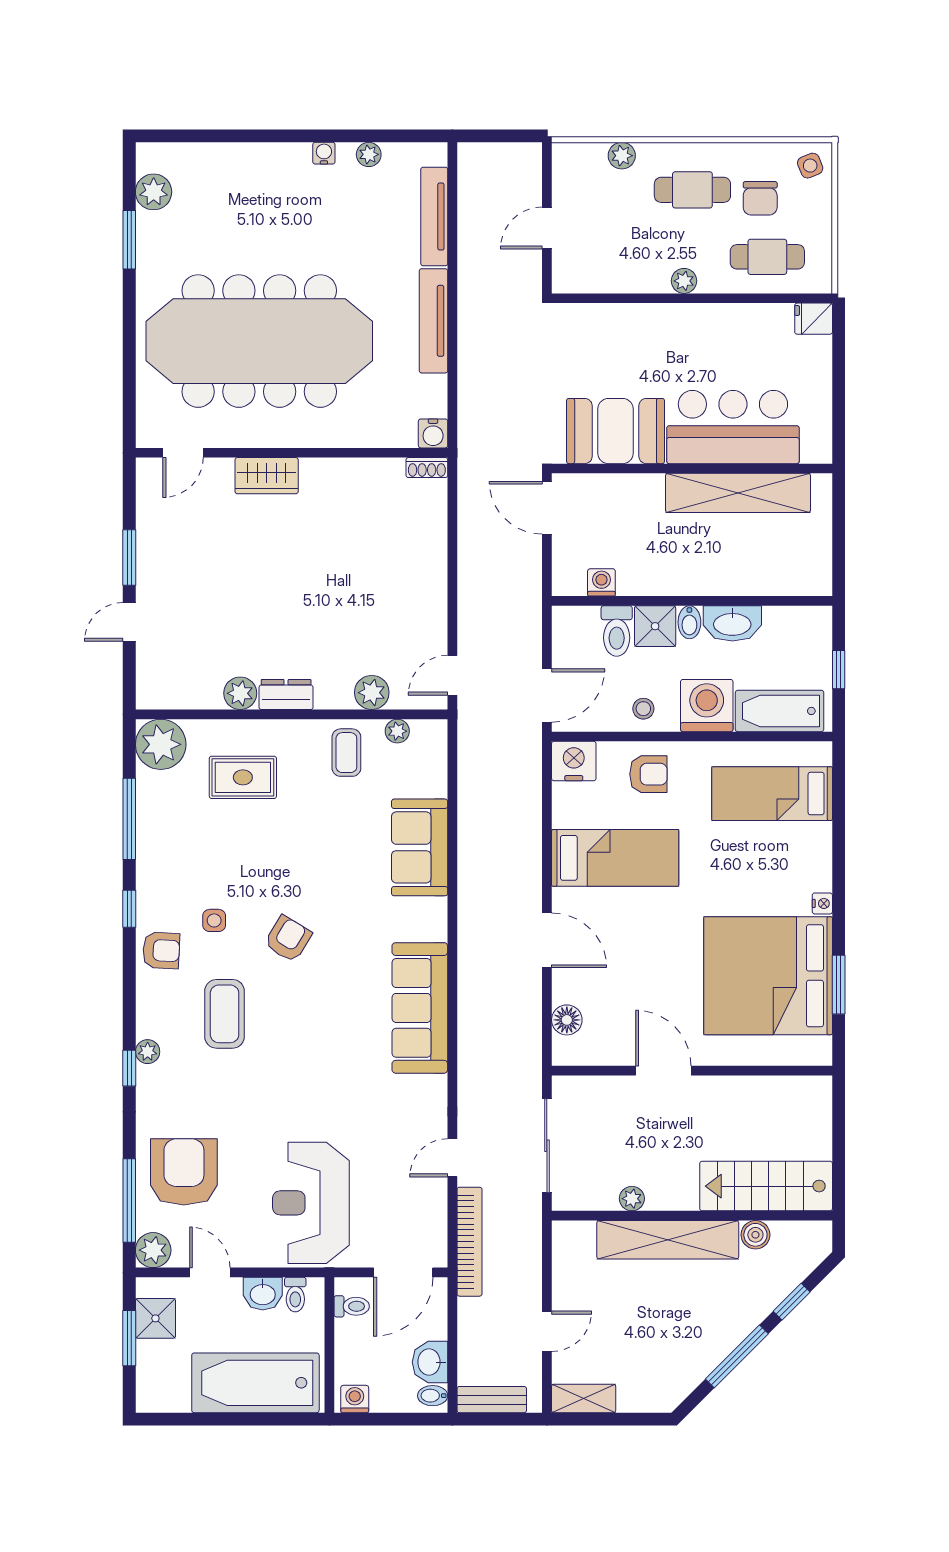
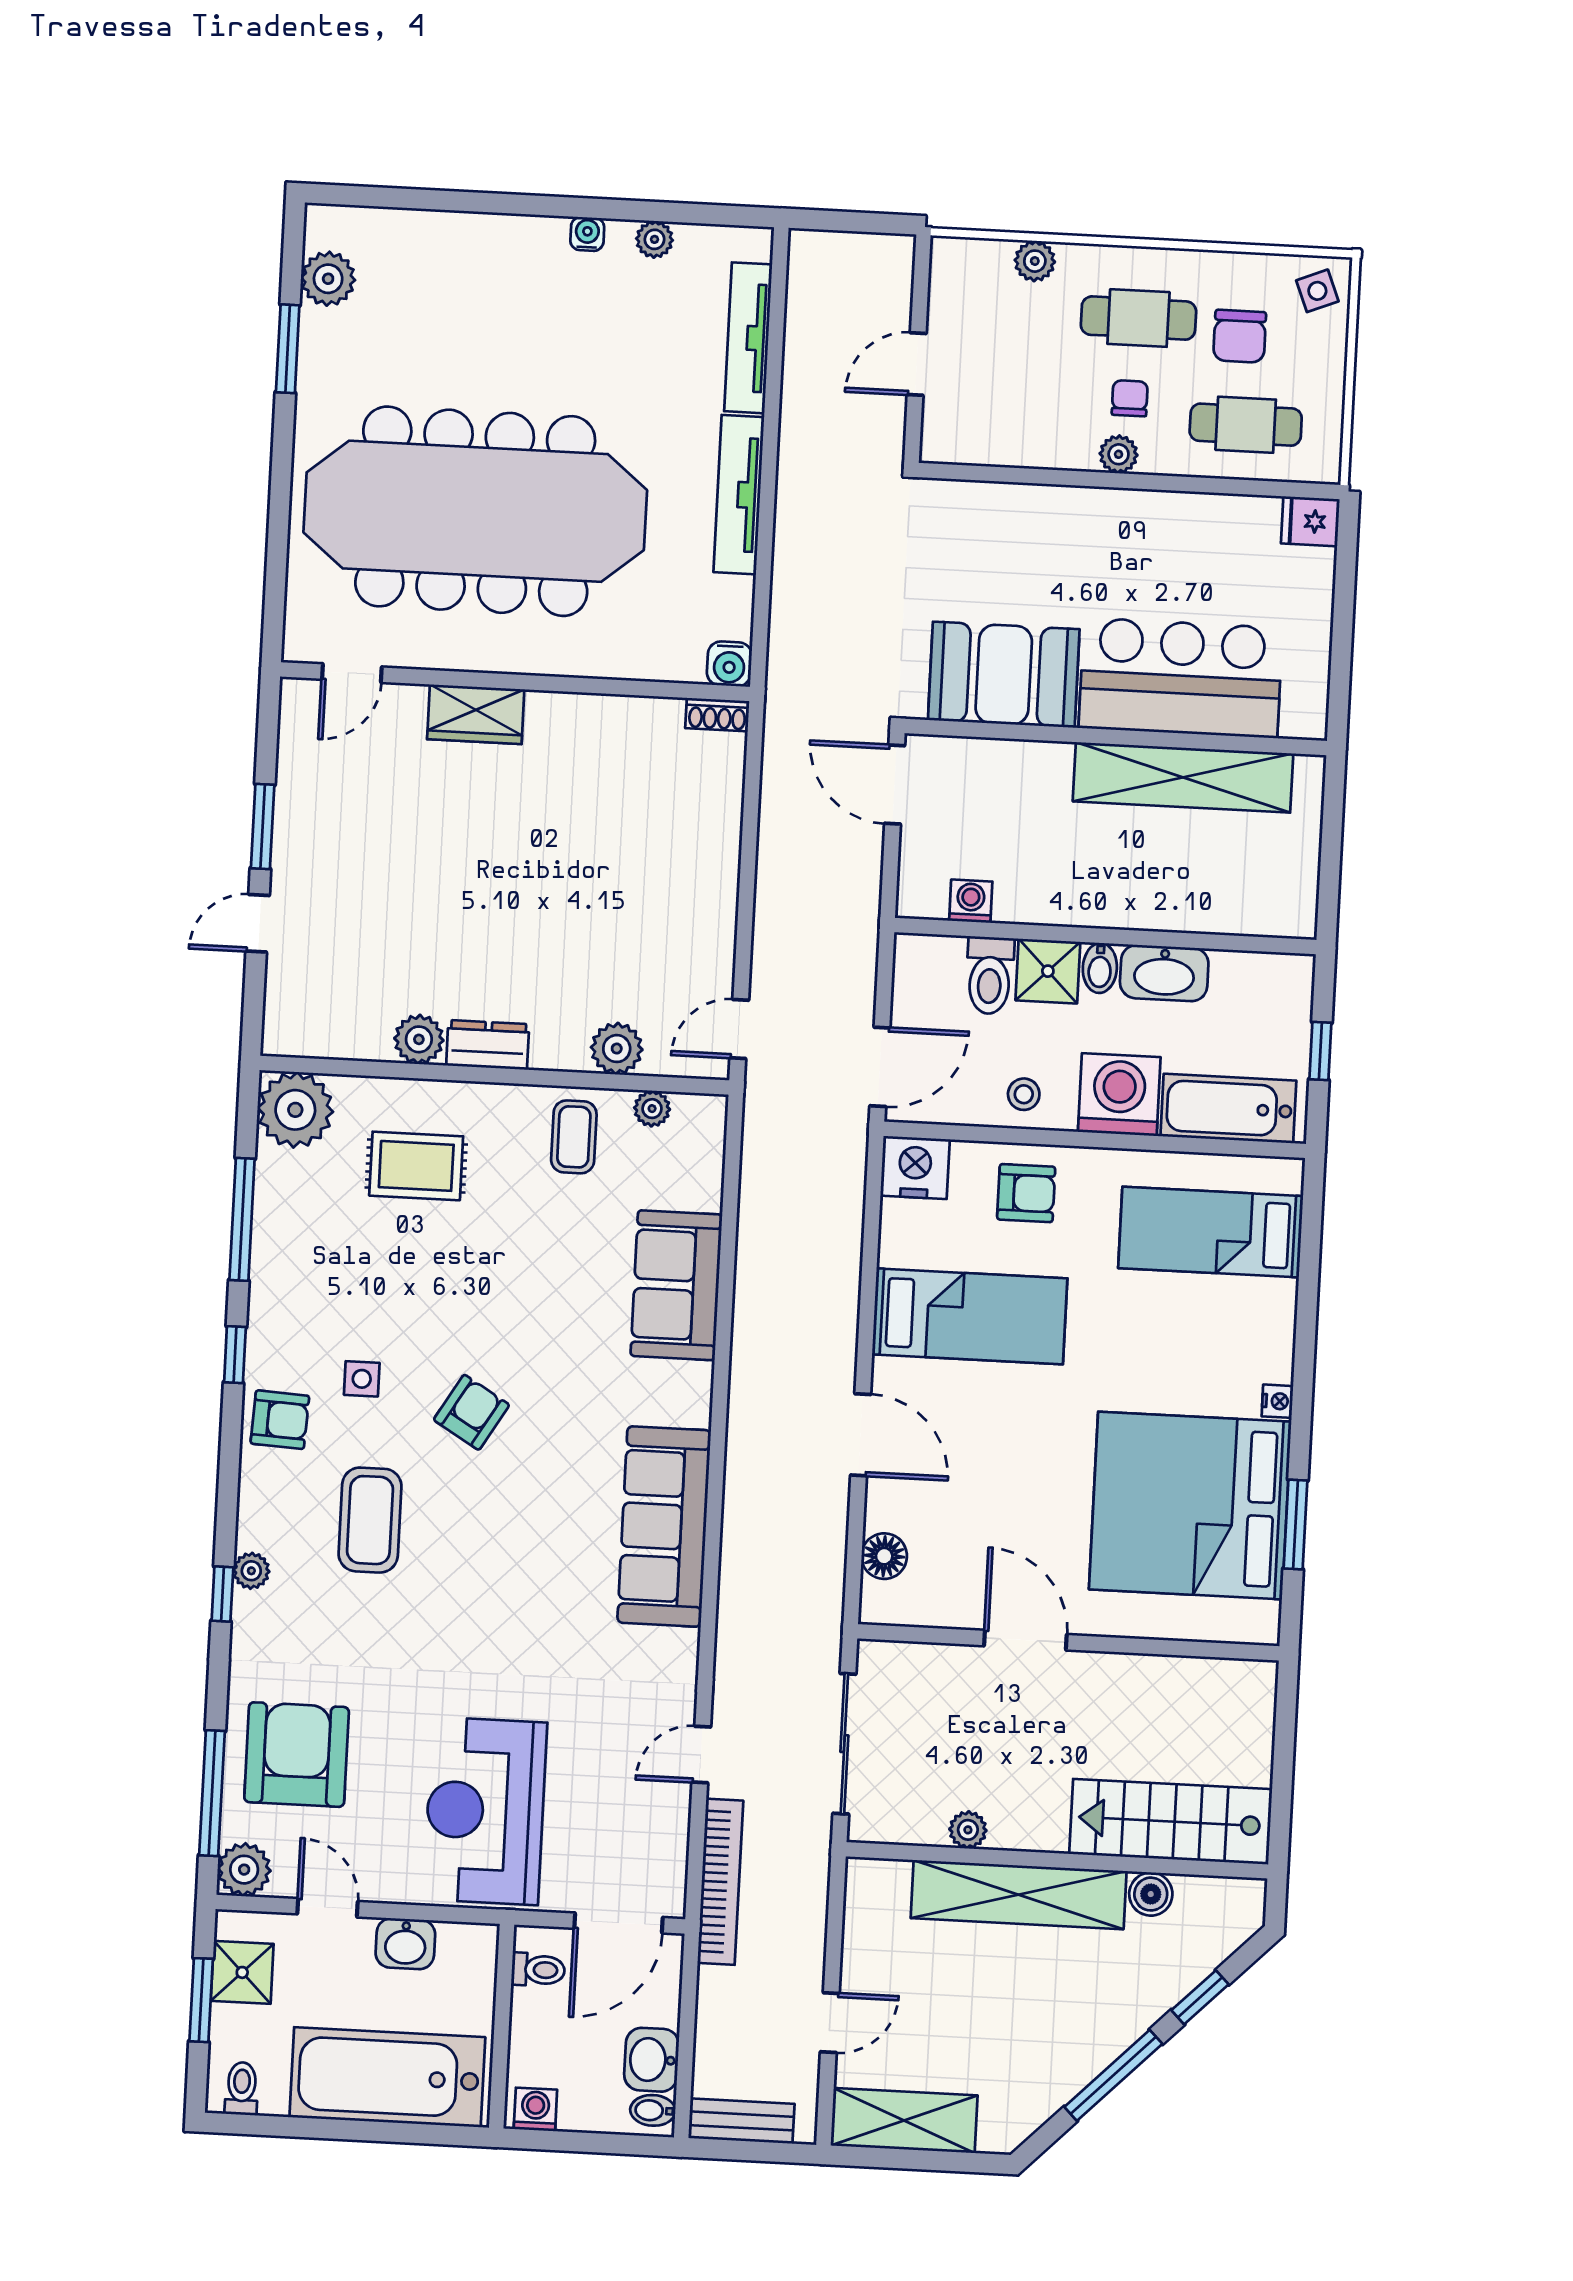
chair: (689, 243) -> (1130, 398), added
toilet: (295, 1295) -> (242, 2089), moved, turned 180
shelving: (584, 1398) -> (904, 2121), width x1.50, depth x1.33

